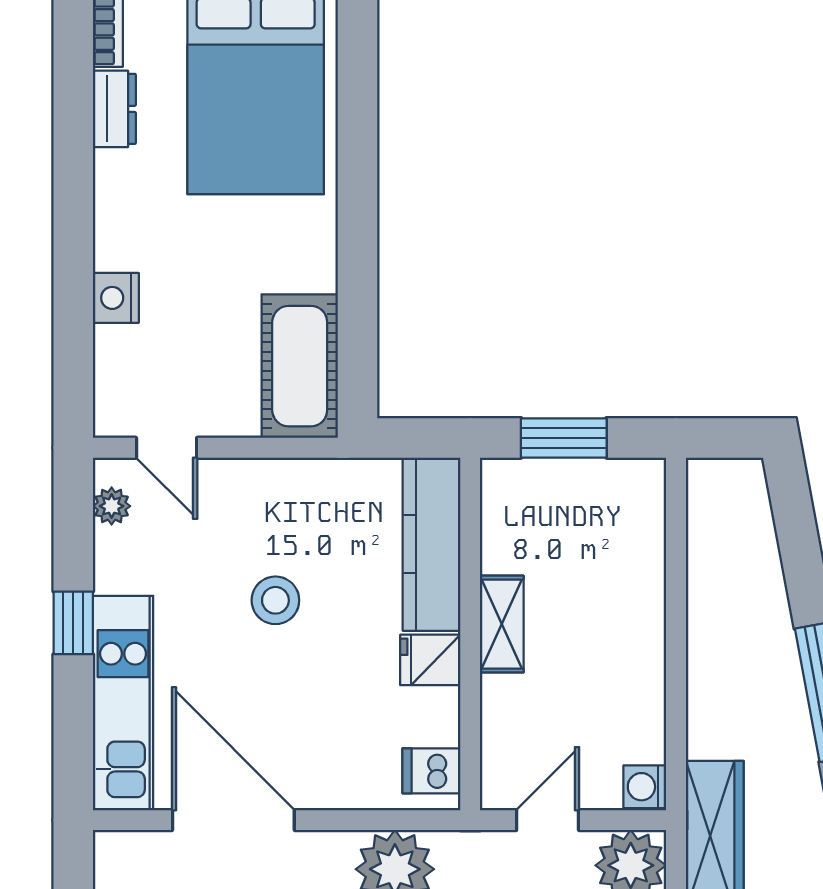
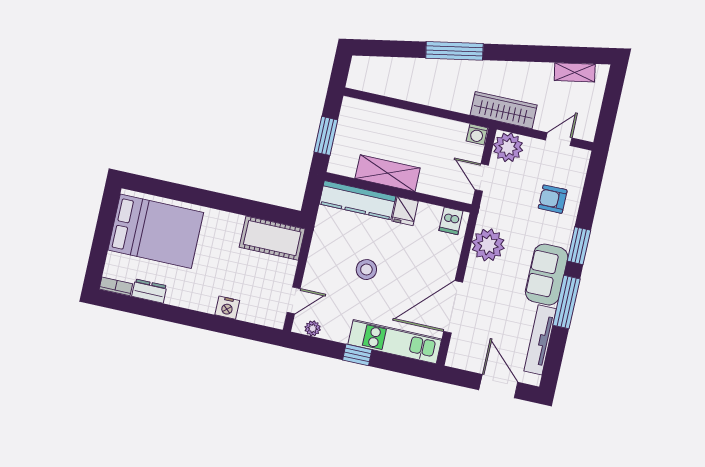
shelving: (502, 624) -> (388, 173), width x1.50, depth x1.33

